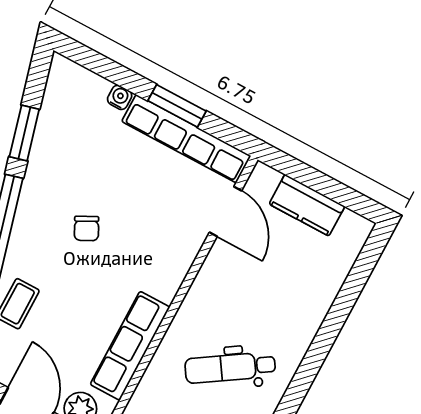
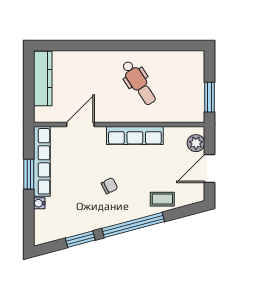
kitchen counter: (307, 205) -> (43, 79), width x1.50
door: (225, 212) -> (80, 124), moved
row of seats: (130, 346) -> (135, 136), moved

